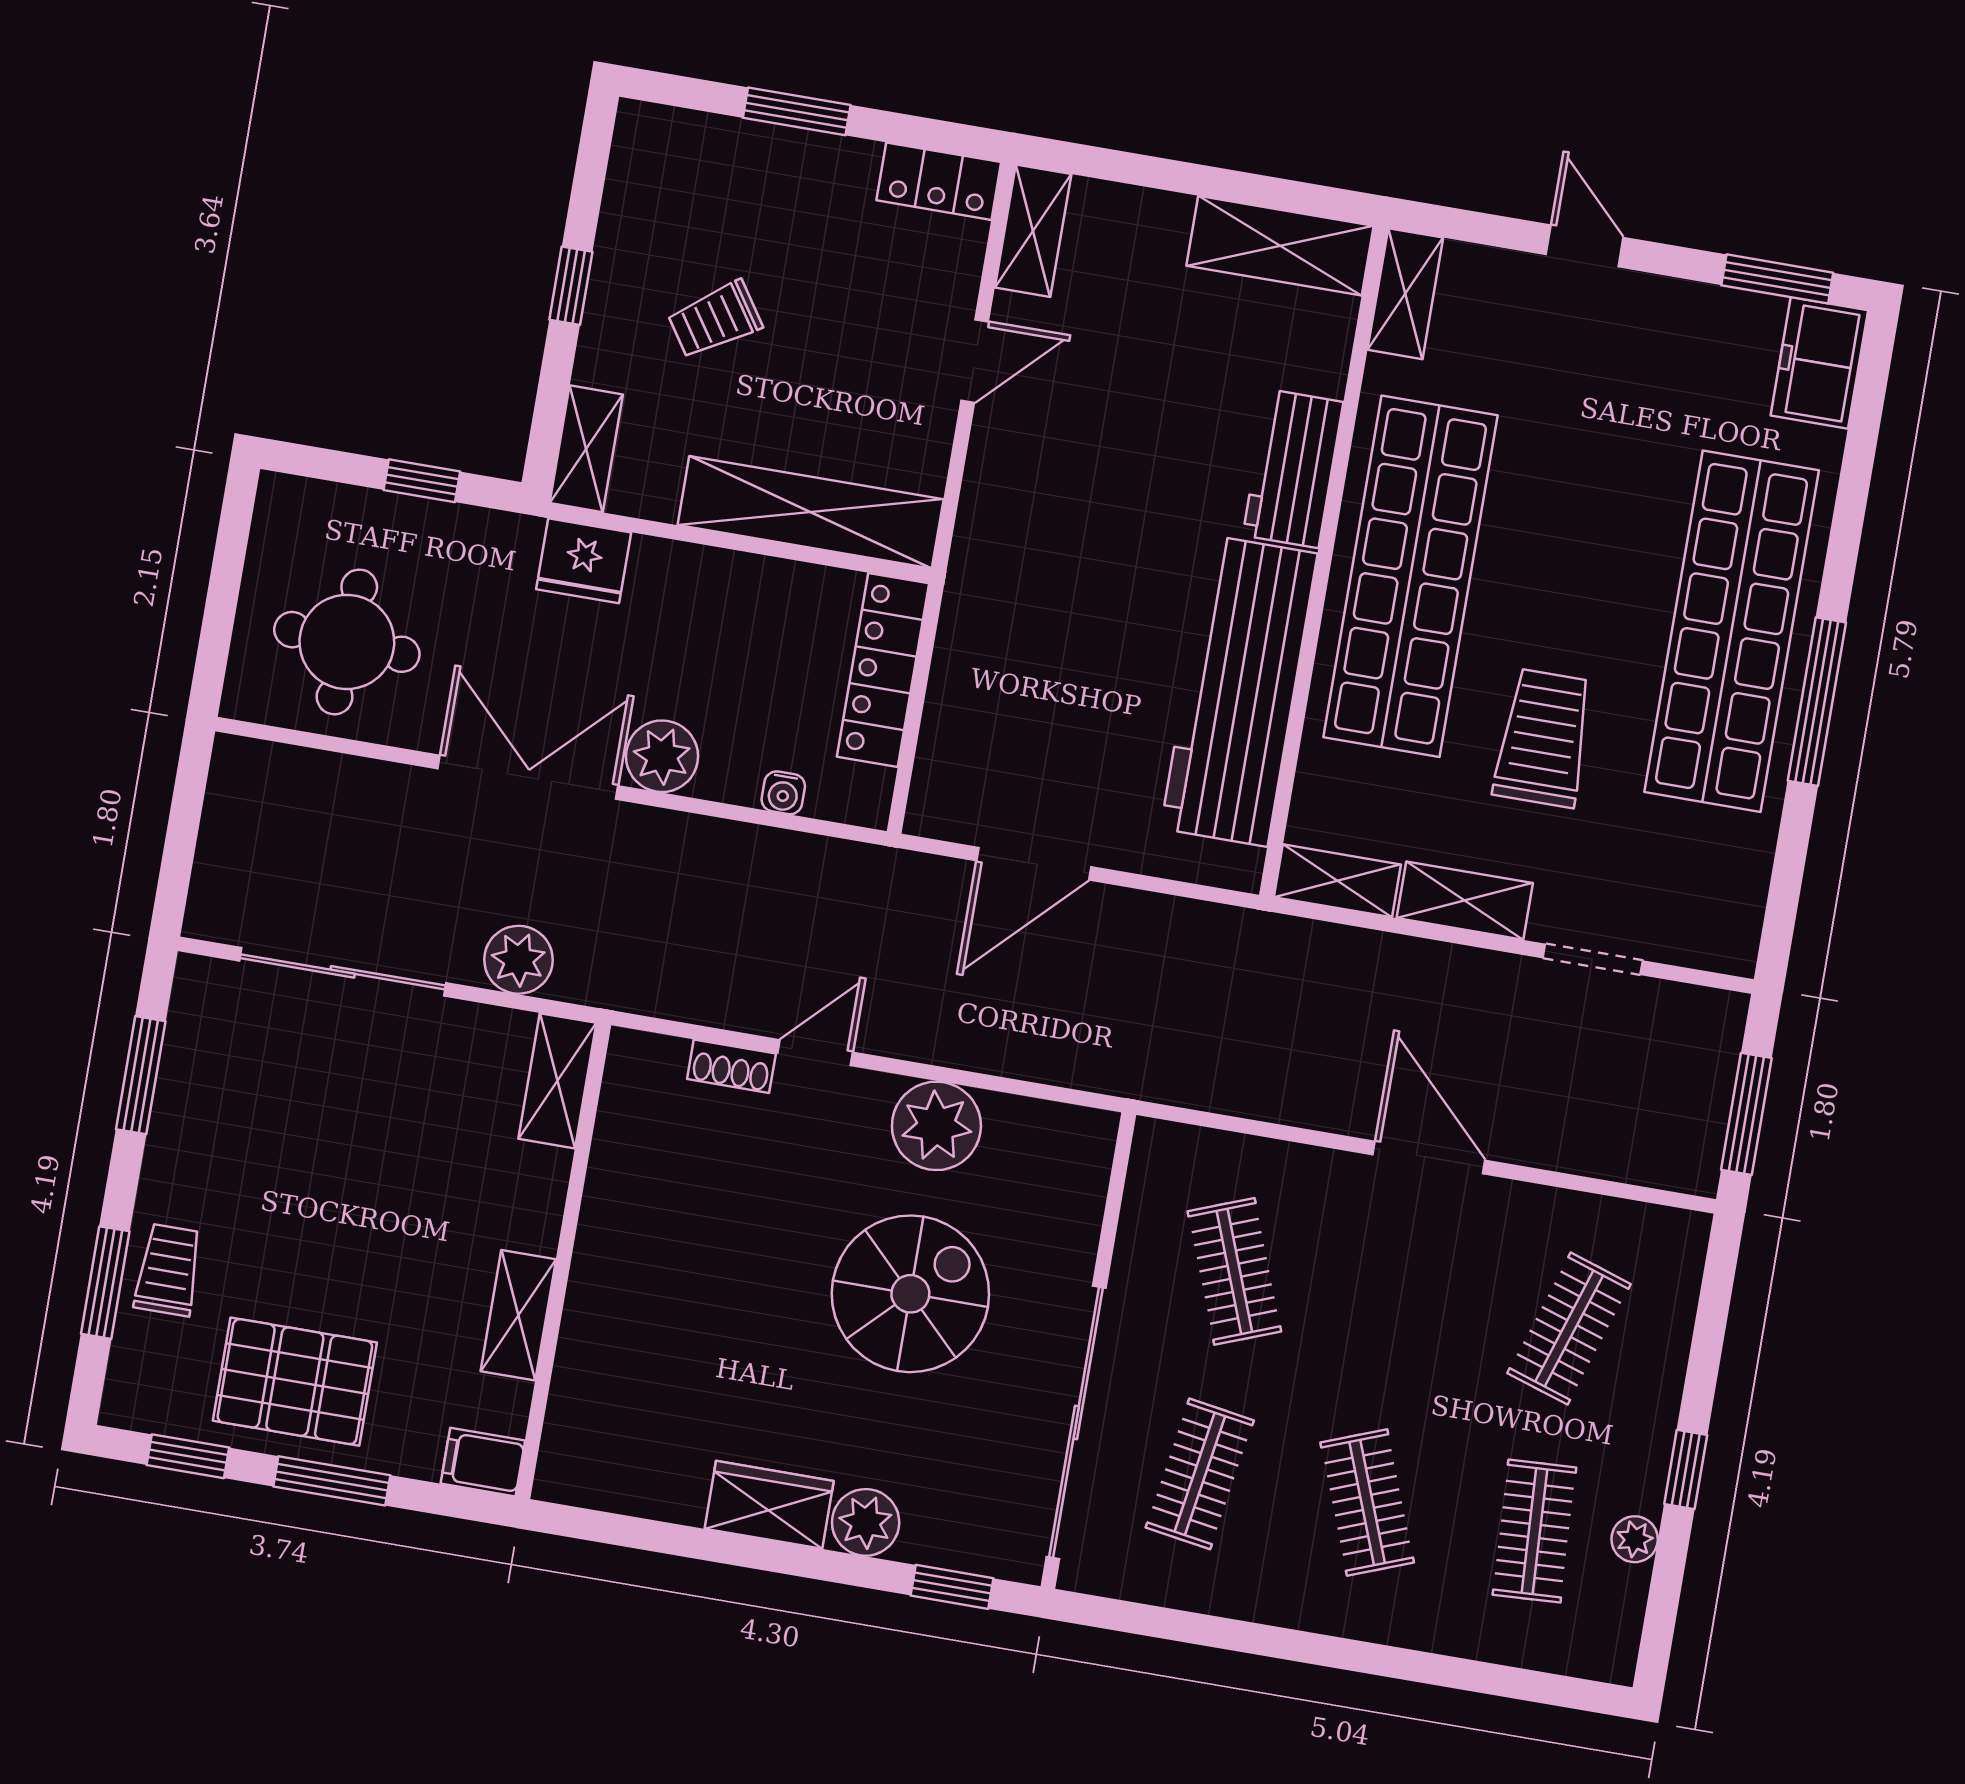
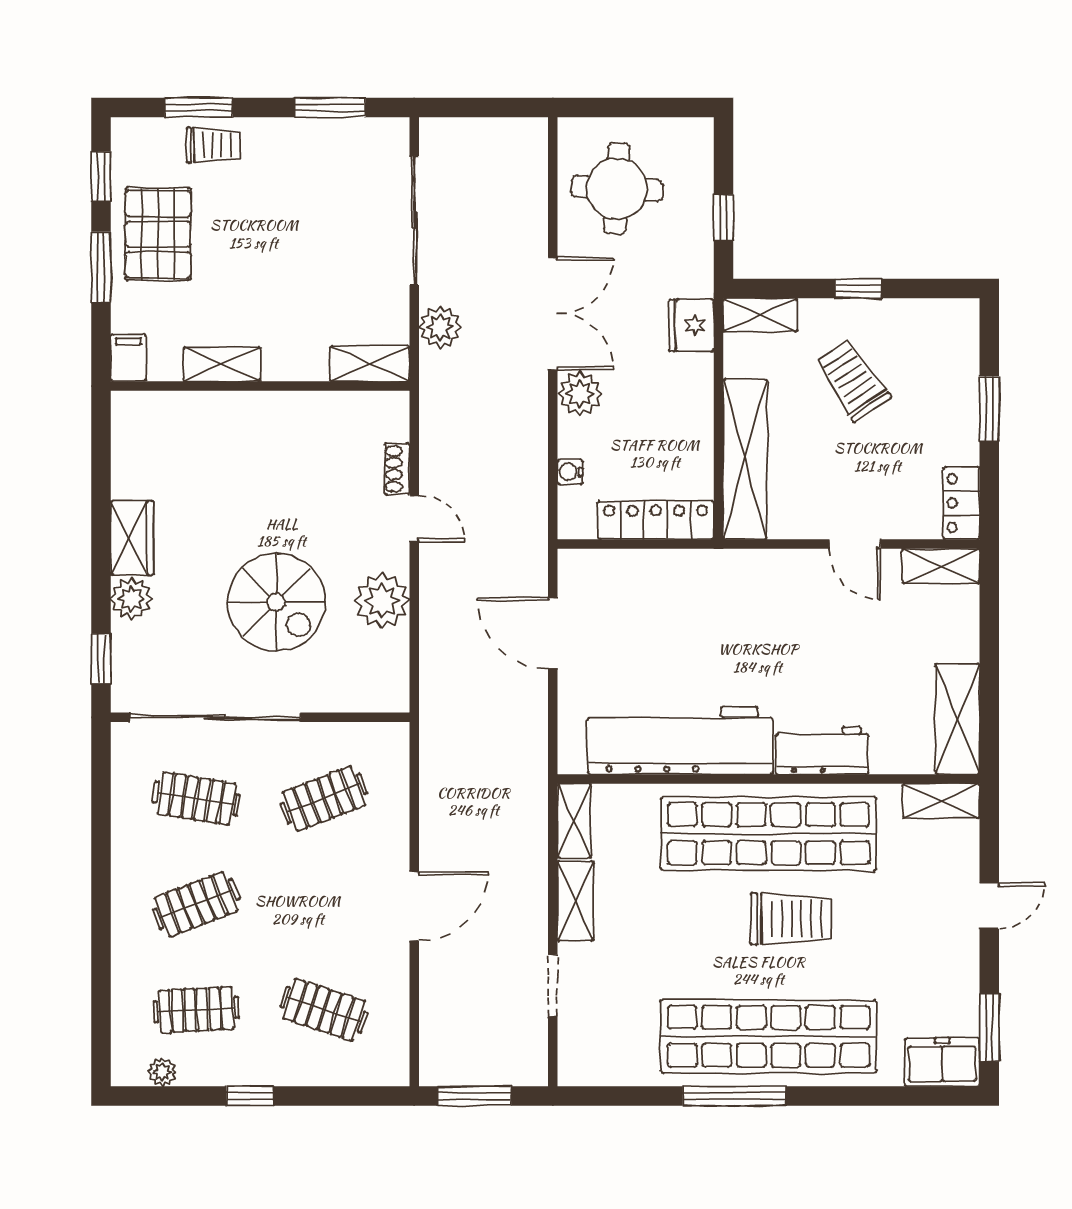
trolley: (715, 320) -> (853, 380), width x1.36, depth x1.39
trolley: (1544, 738) -> (791, 919), moved
plant: (1635, 1539) -> (162, 1072), moved

